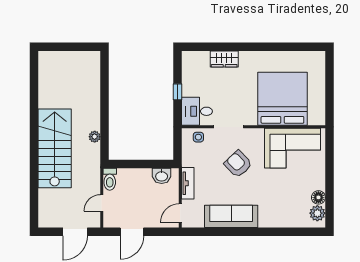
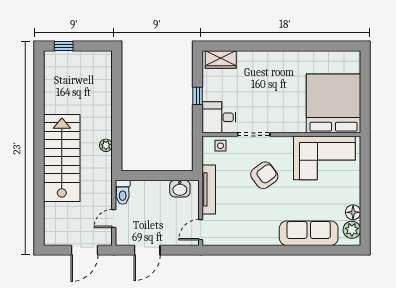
window: (56, 47) -> (64, 46), added
wardrobe: (224, 59) -> (221, 59), moved
bed: (282, 99) -> (333, 103), moved
armchair: (238, 164) -> (264, 175), turned 98
tv unit: (188, 183) -> (209, 189), width x1.41
sofa: (231, 216) -> (309, 233), moved

